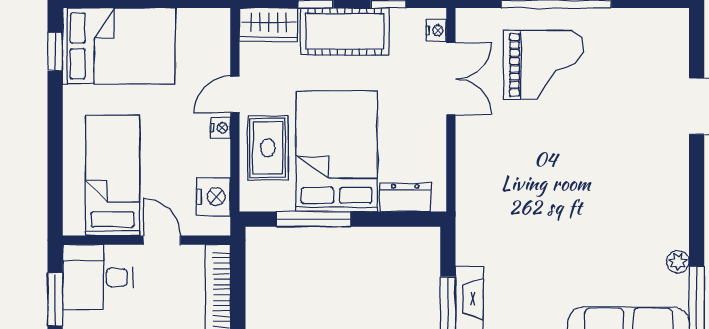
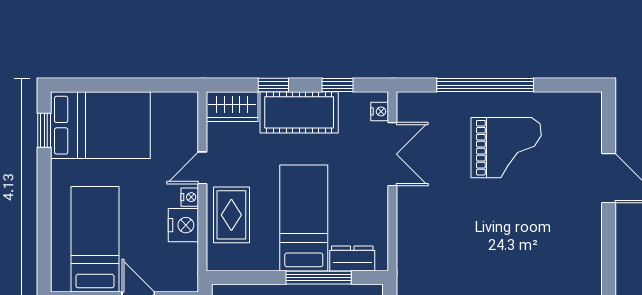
grand piano: (543, 65) -> (506, 148), moved
bed: (337, 151) -> (304, 218), width x0.67
nightstand: (213, 197) -> (183, 225), moved
window: (314, 219) -> (319, 278), moved

